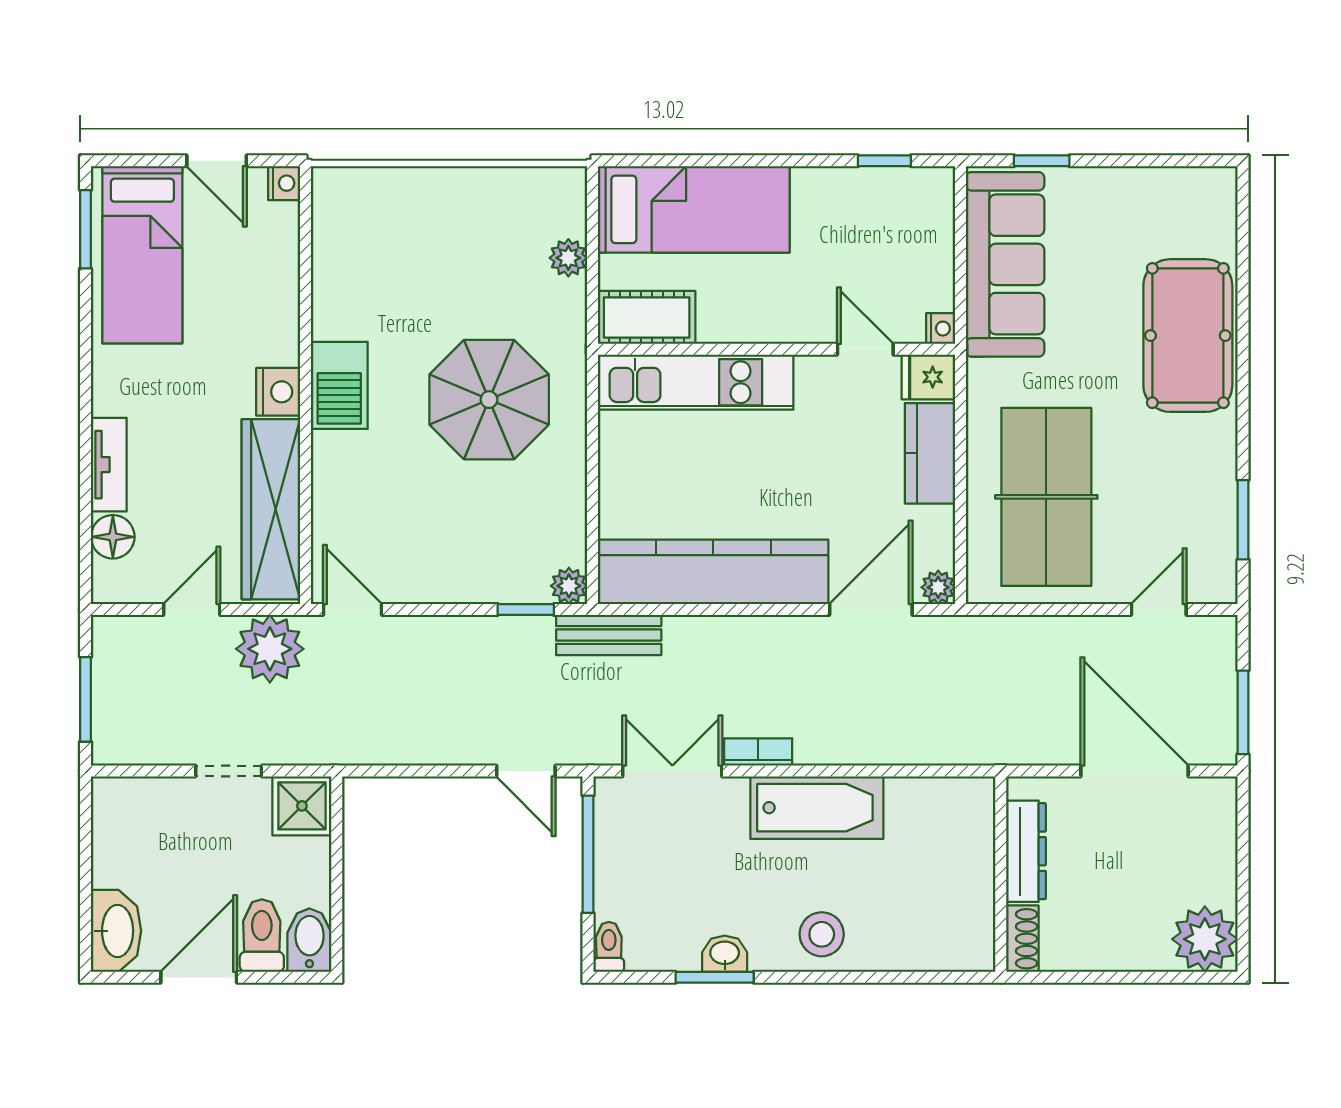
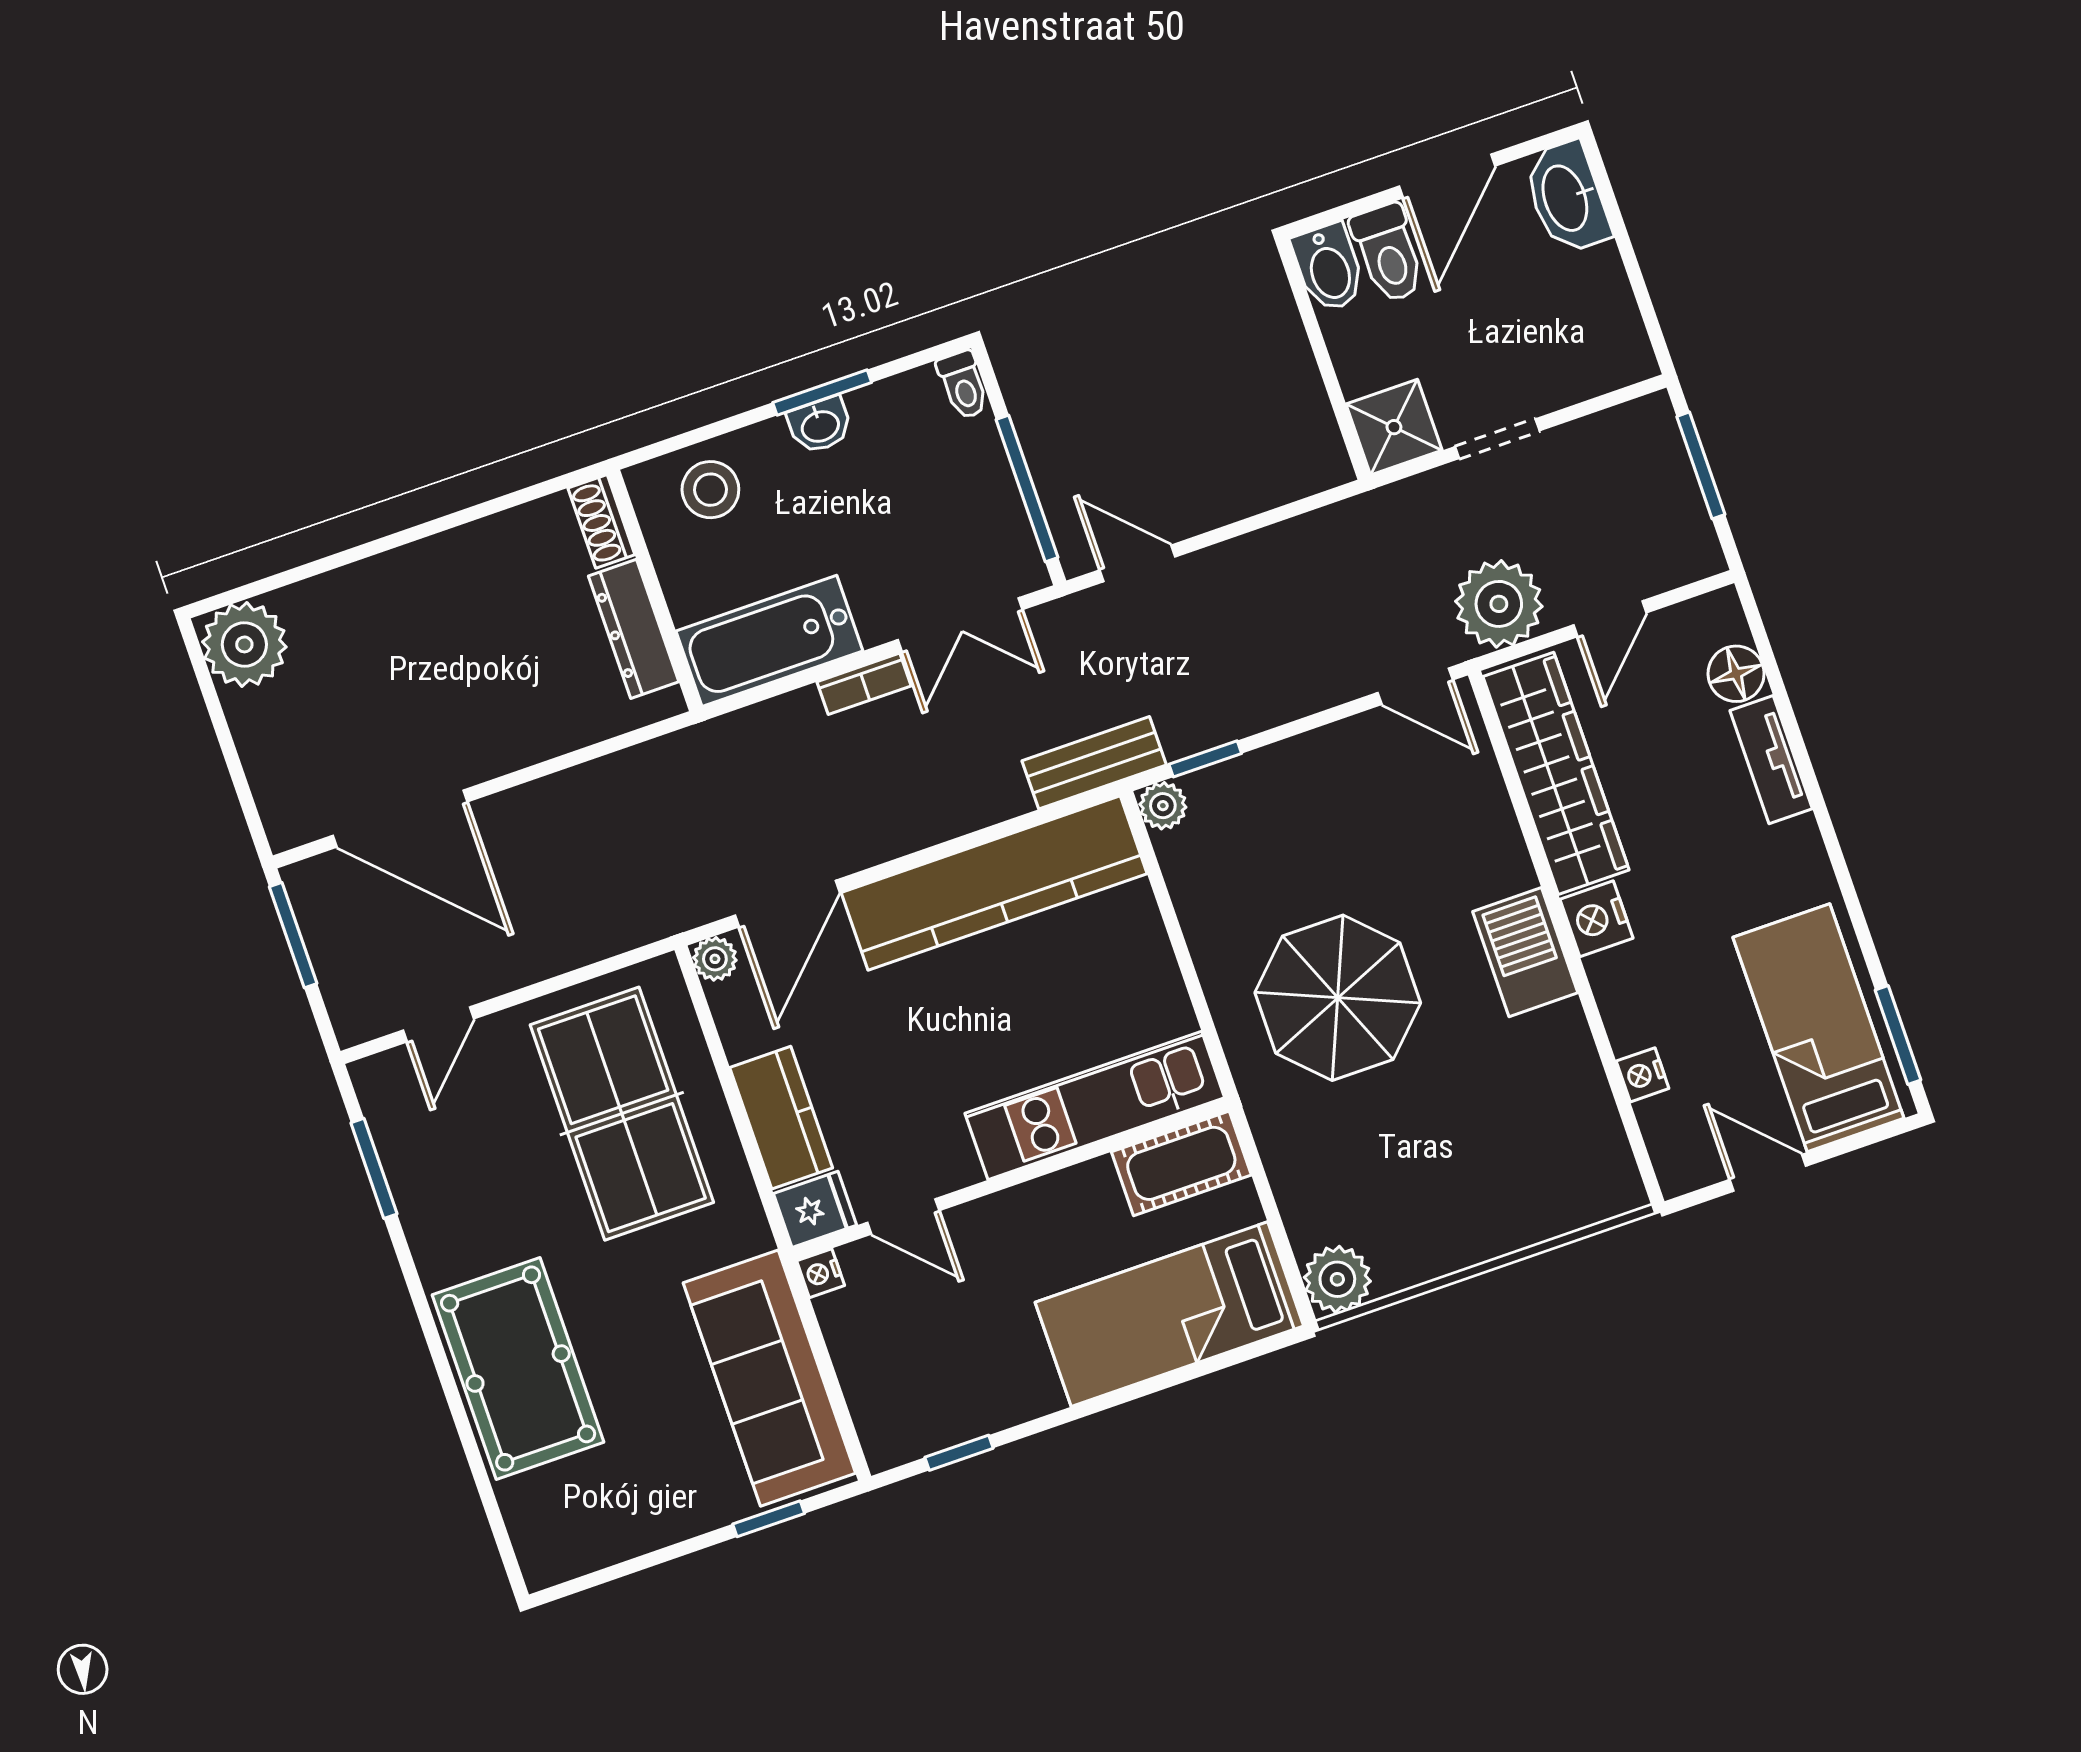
nightstand: (284, 183) -> (1643, 1075), moved
plant: (568, 258) -> (1337, 1279), moved, width x1.38, depth x1.38
dresser: (1026, 851) -> (634, 629), moved
wall: (1001, 874) -> (655, 590), moved
shoe rack: (1022, 939) -> (601, 521), moved

